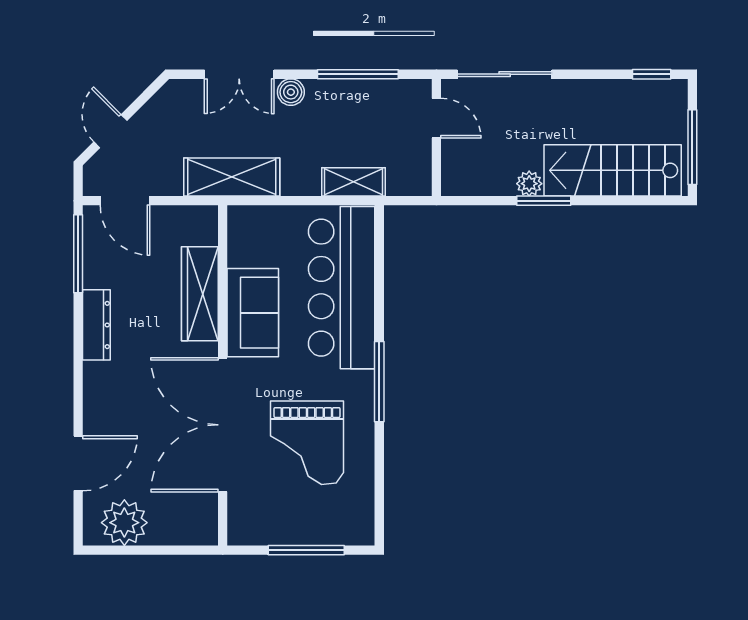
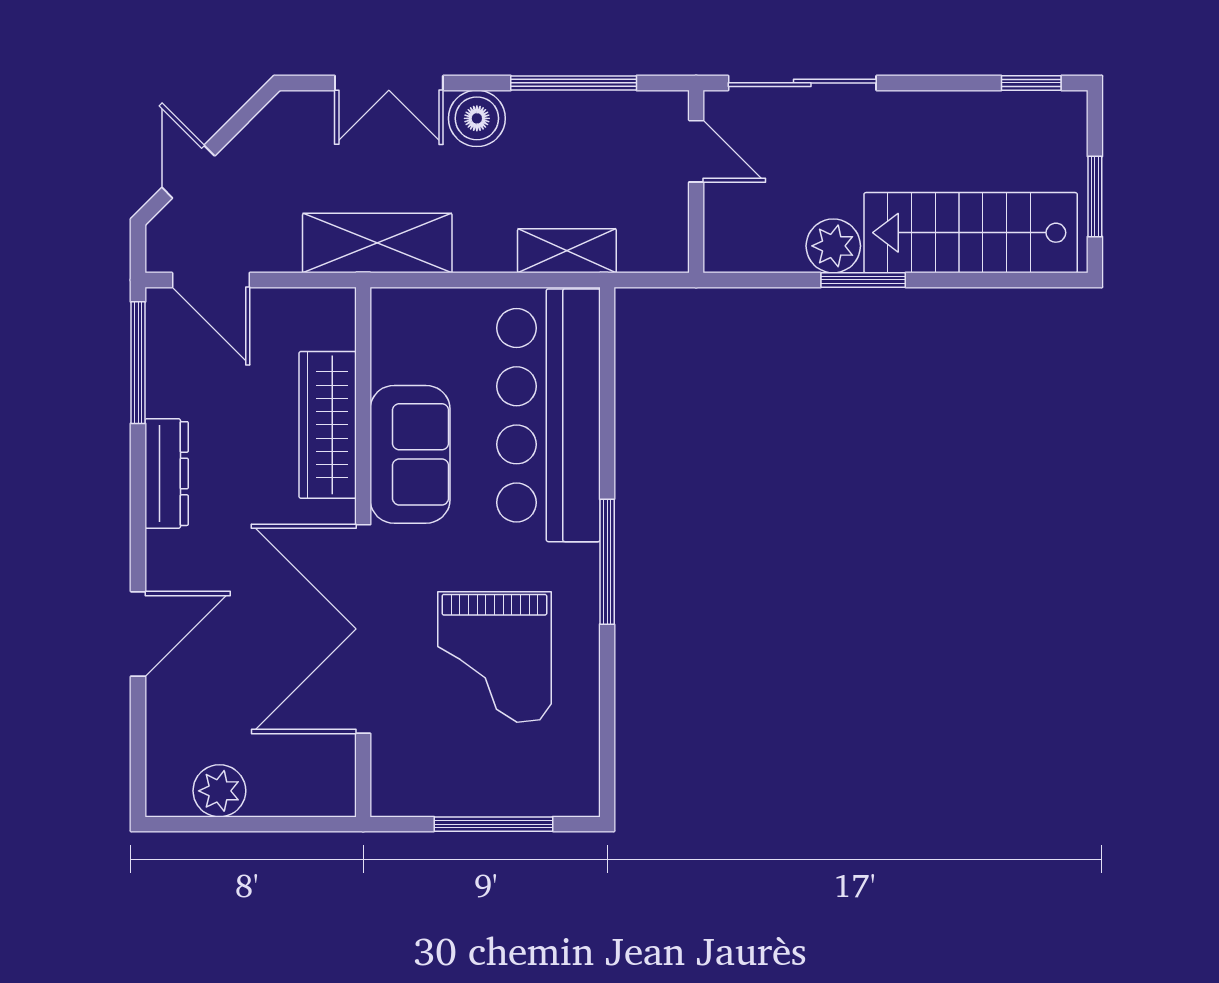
boiler: (291, 92) -> (477, 118), width x1.36, depth x1.36
window: (692, 147) -> (1095, 196), width x0.69
plant: (529, 184) -> (833, 246), width x1.38, depth x1.38
door: (78, 463) -> (138, 634), moved
plant: (124, 523) -> (219, 791), width x0.73, depth x0.73

